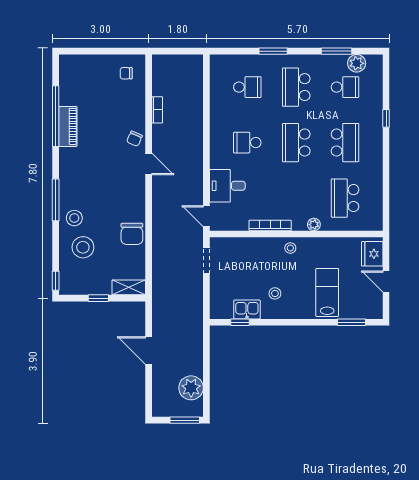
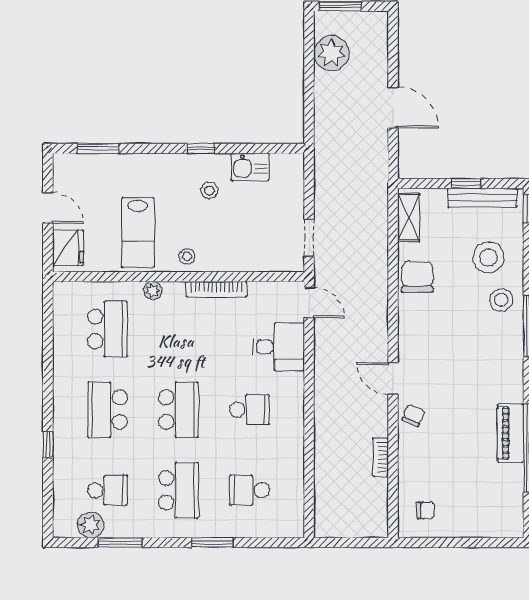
school desk: (345, 87) -> (107, 490), turned 180
shelving: (129, 287) -> (409, 218), moved, turned 90
bench: (87, 288) -> (482, 198), added
lab bench: (327, 292) -> (138, 232), moved
window: (240, 322) -> (201, 148), moved

